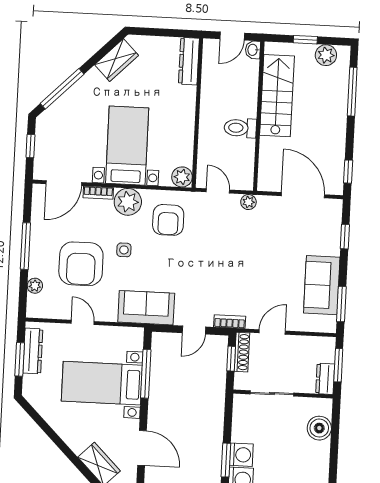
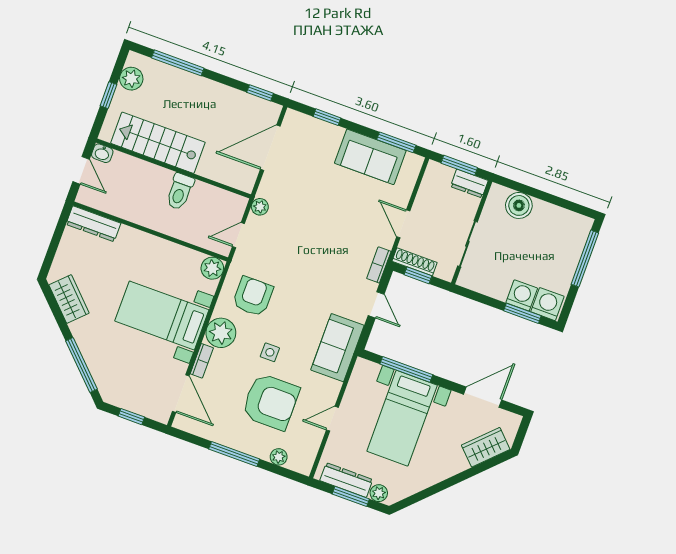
armchair: (168, 220) -> (253, 296), turned -90
plant: (30, 383) -> (379, 493), added

